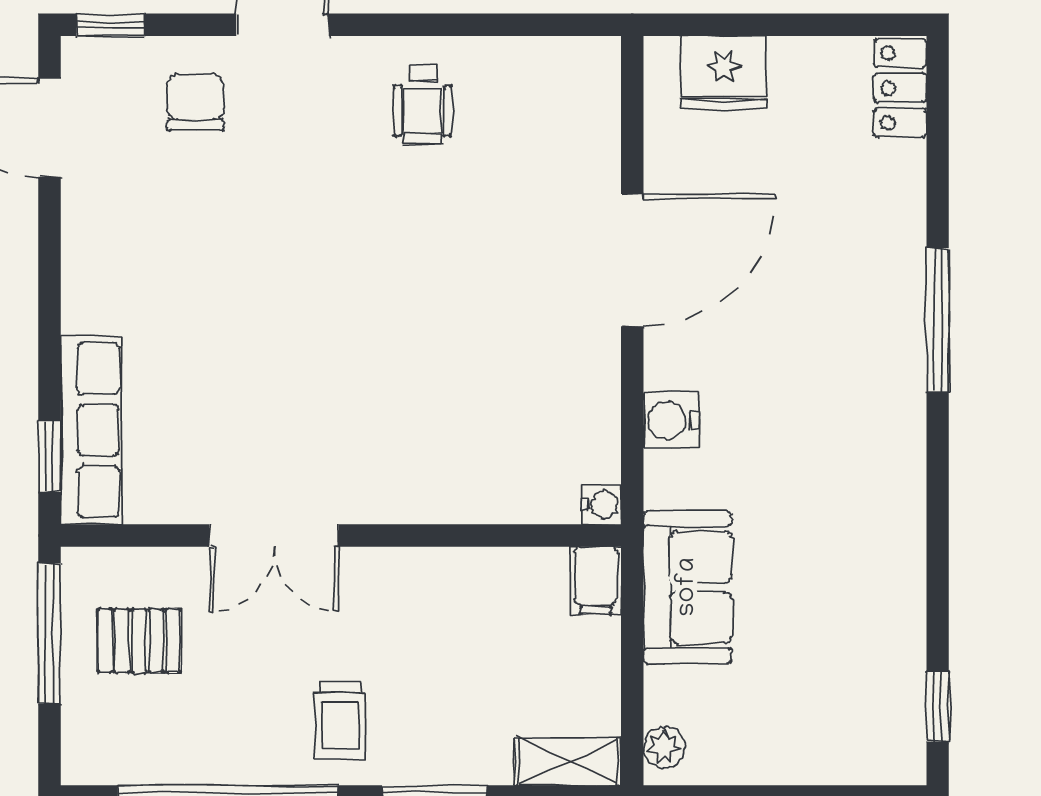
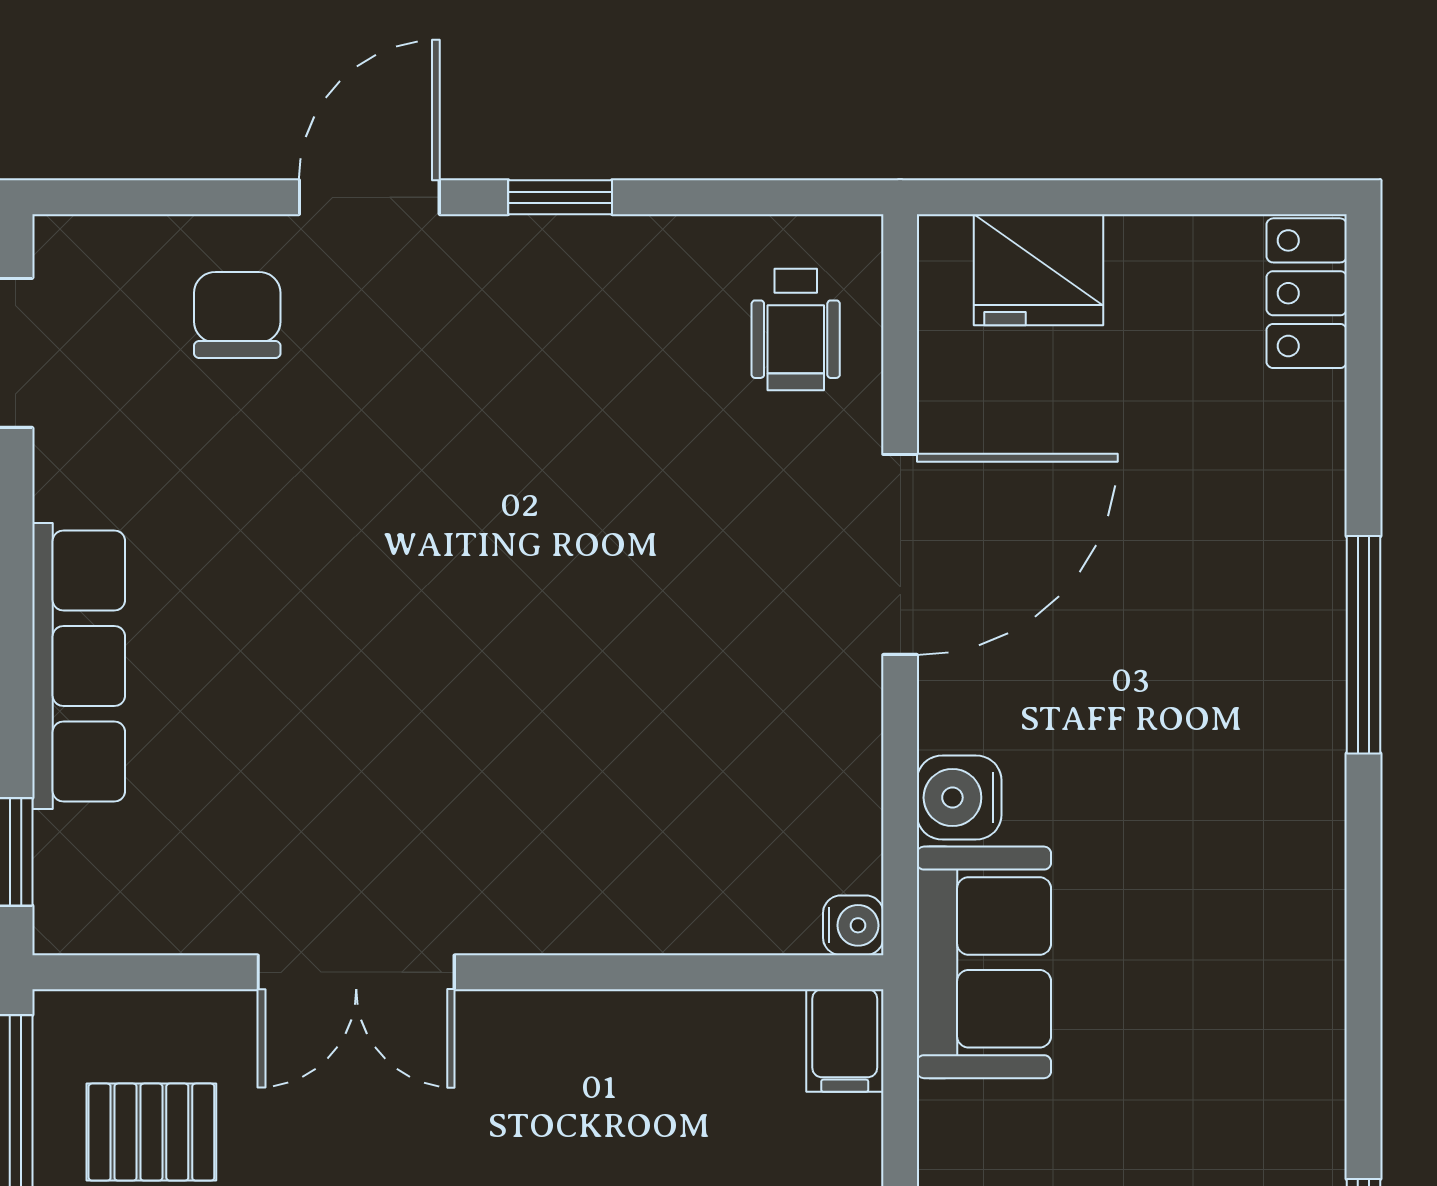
window: (111, 25) -> (560, 197), moved
wheelchair: (422, 104) -> (796, 329), moved
row of seats: (91, 430) -> (79, 666), moved
sofa: (688, 587) -> (984, 962), moved

